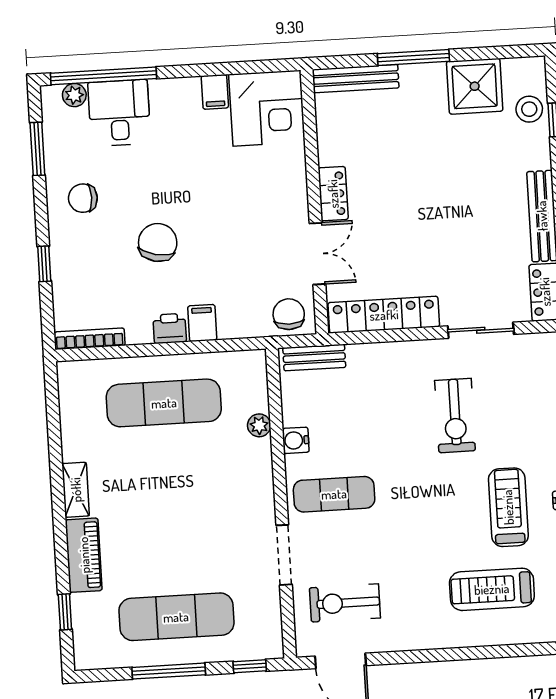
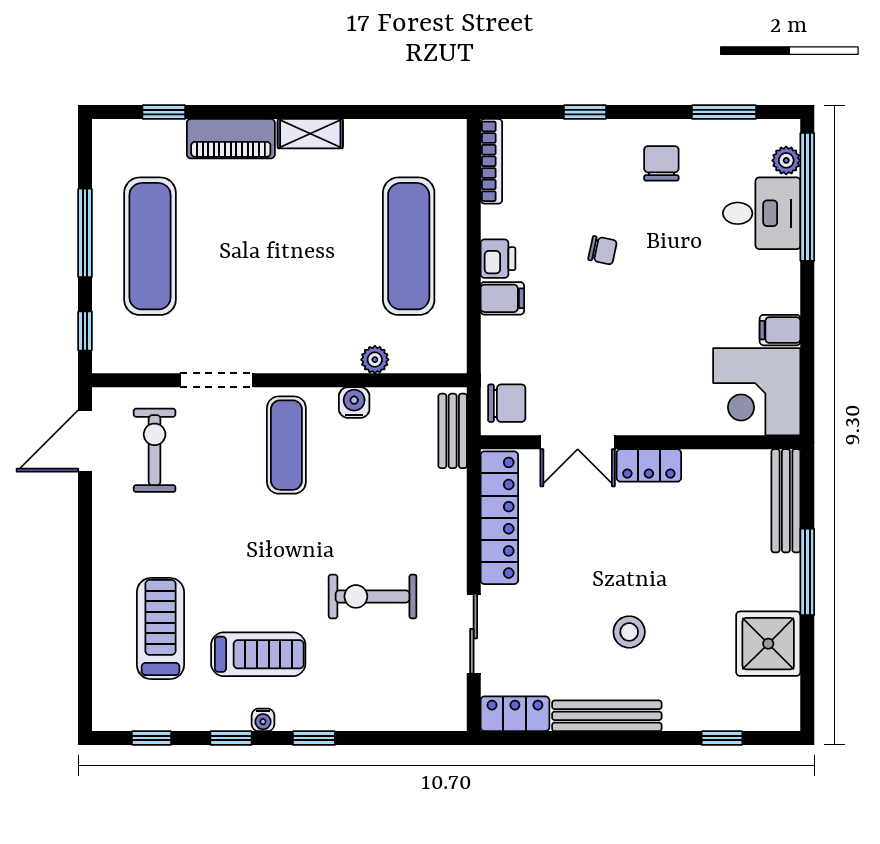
stool: (529, 109) -> (629, 632), moved
chair: (158, 242) -> (603, 250), width x0.54, depth x0.54

